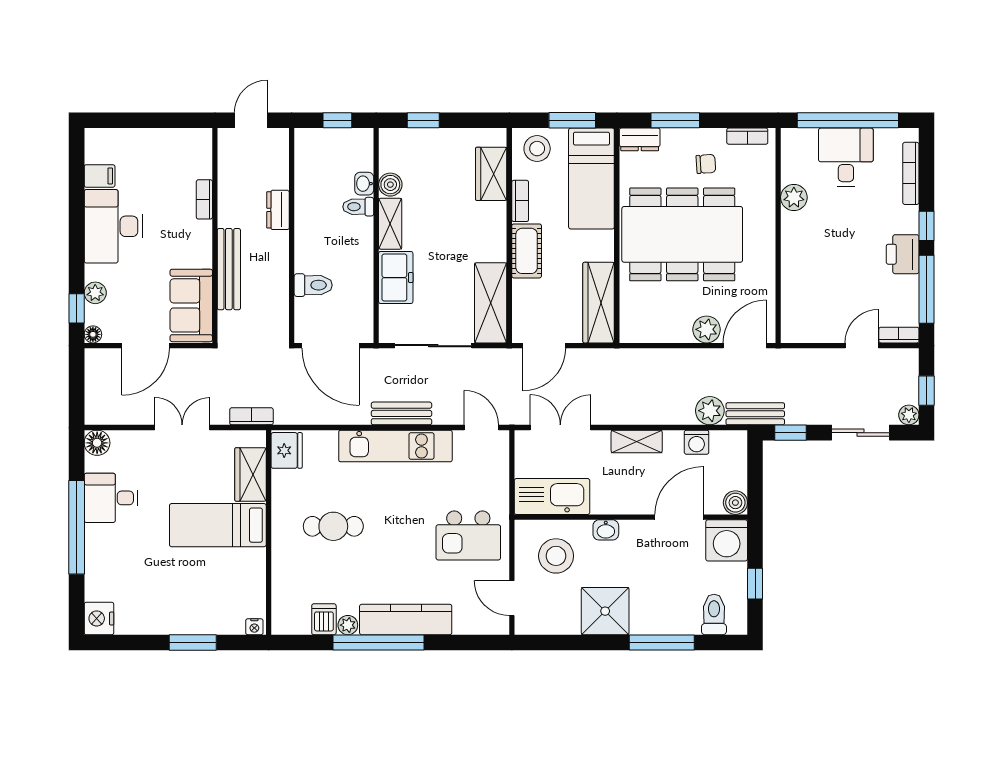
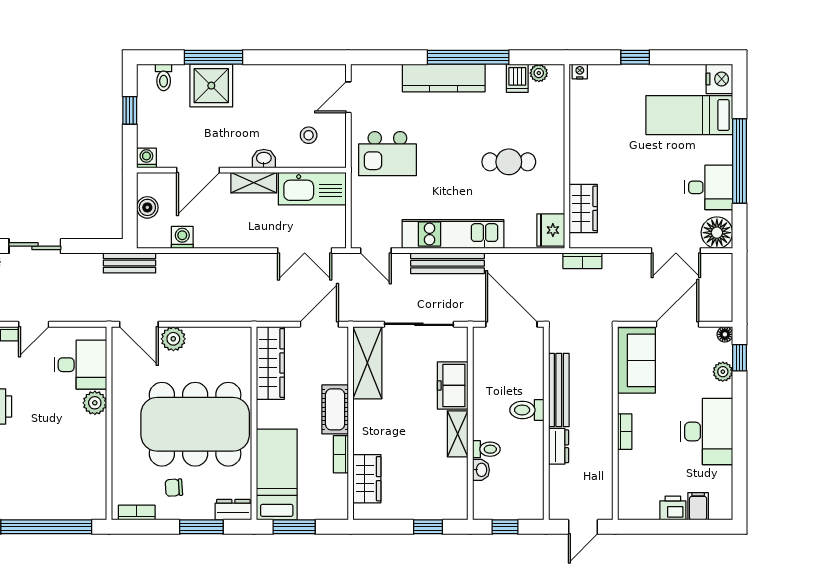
printer: (151, 141) -> (673, 508), added
stool: (537, 149) -> (326, 501), removed
desk: (846, 157) -> (80, 365), moved, turned -90
filing cabinet: (100, 176) -> (698, 506), moved, turned 90
boiler: (390, 185) -> (458, 469), removed
plant: (794, 197) -> (95, 403), moved
bookcase: (204, 199) -> (625, 432), moved
bench: (229, 269) -> (559, 390), moved
toilet: (313, 285) -> (527, 410), moved
door: (745, 346) -> (139, 324), hinge flipped
plant: (710, 411) -> (170, 266), removed
bench: (401, 413) -> (447, 263), width x1.36
double door: (182, 427) -> (676, 251), moved
window: (791, 433) -> (98, 246), removed
shelving: (637, 441) -> (254, 183), moved
floor lamp: (97, 443) -> (717, 233), width x1.38, depth x1.38
boiler: (735, 503) -> (147, 207), moved
bed: (218, 525) -> (689, 115), moved, turned 180
kitchen island: (468, 535) -> (387, 154), turned 180
washing machine: (727, 540) -> (146, 158), width x0.53, depth x0.53
stool: (556, 556) -> (309, 135), width x0.53, depth x0.53
door: (512, 598) -> (348, 97), swing flipped
shower: (605, 611) -> (211, 86), moved
toilet: (714, 614) -> (164, 77), width x0.73, depth x0.72
plant: (348, 625) -> (539, 73), moved
window: (193, 643) -> (635, 57), width x0.67

